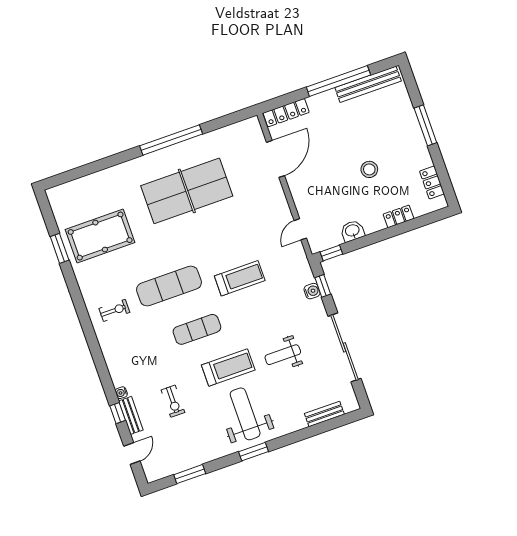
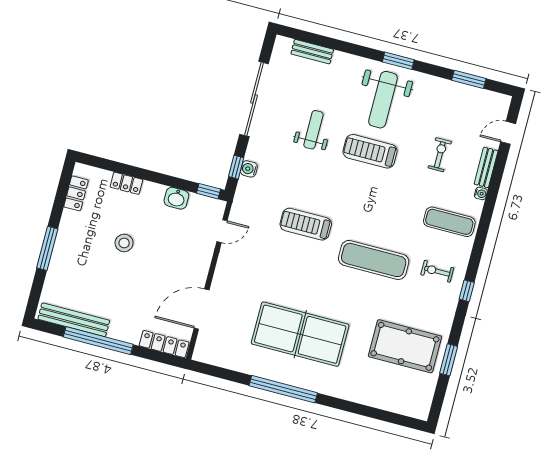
exercise mat: (197, 329) -> (449, 222), moved
weight bench: (283, 355) -> (313, 130), turned -90
window: (118, 413) -> (467, 291), moved

